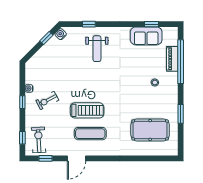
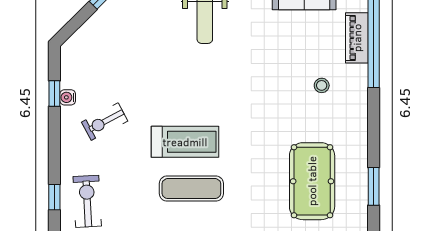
window: (22, 102) -> (54, 94), moved
window: (181, 114) -> (374, 186), moved
pool table: (150, 130) -> (312, 181), turned 90

